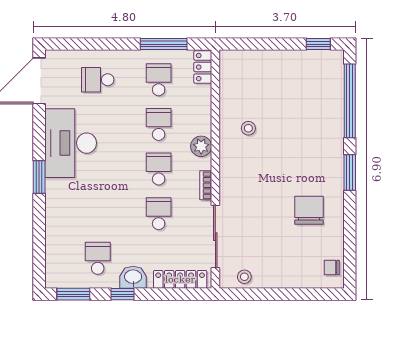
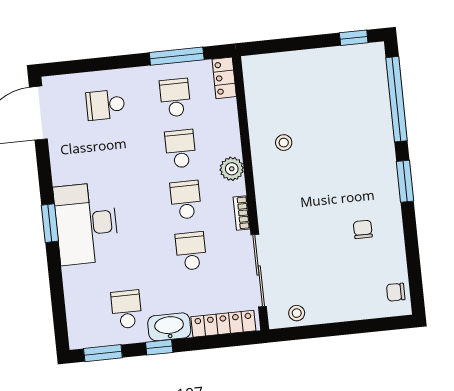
desk: (71, 143) -> (86, 224), moved
chair: (309, 210) -> (363, 229), width x0.54, depth x0.54
washbasin: (133, 277) -> (169, 327), width x1.38

